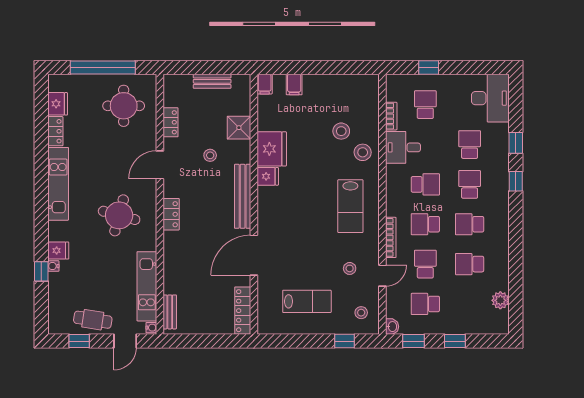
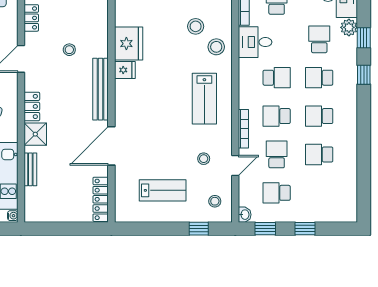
shower: (239, 128) -> (35, 134), moved
school desk: (470, 184) -> (319, 78), turned -90
plant: (500, 300) -> (349, 27), moved
bench: (170, 312) -> (30, 169), moved

